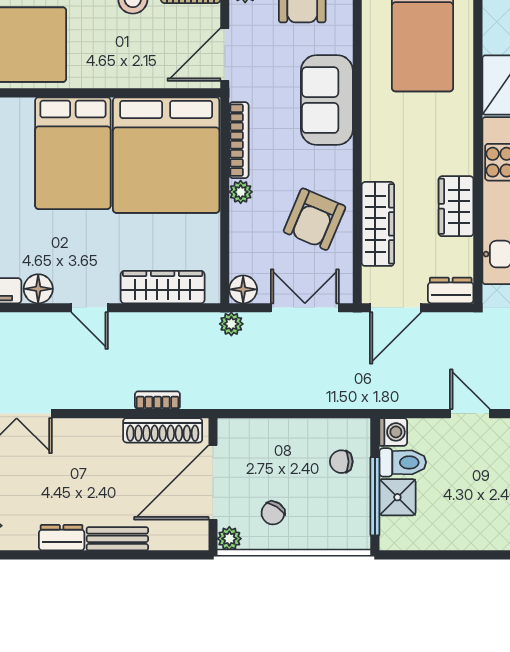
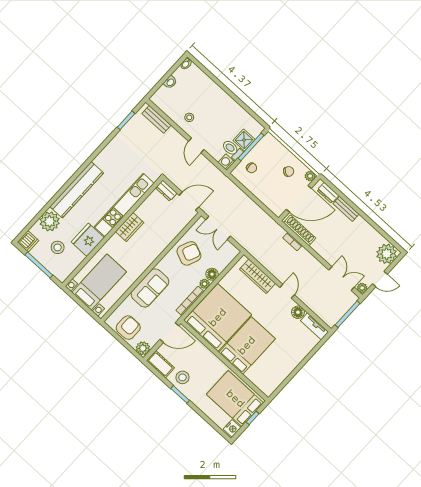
wardrobe: (456, 206) -> (130, 227), moved
wardrobe: (378, 224) -> (170, 233), removed
floor lamp: (243, 289) -> (212, 274), moved
plant: (231, 324) -> (246, 244), removed
dresser: (62, 538) -> (328, 193), moved

